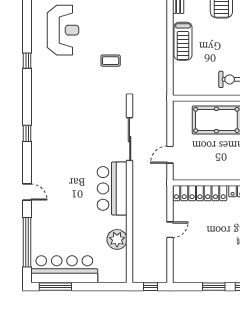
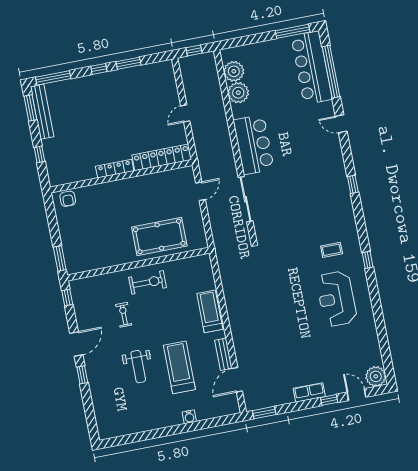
coffee table: (111, 61) -> (332, 250), moved
plant: (117, 260) -> (234, 71), added
bar counter: (64, 269) -> (312, 68), moved, turned 90

